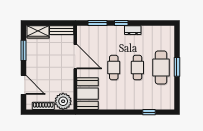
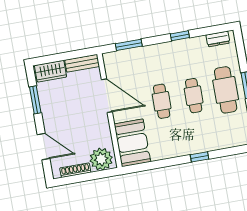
window: (121, 23) -> (180, 36), moved
dresser: (133, 30) -> (218, 39), moved
window: (149, 112) -> (200, 157), moved

